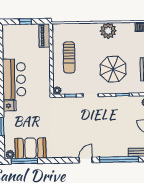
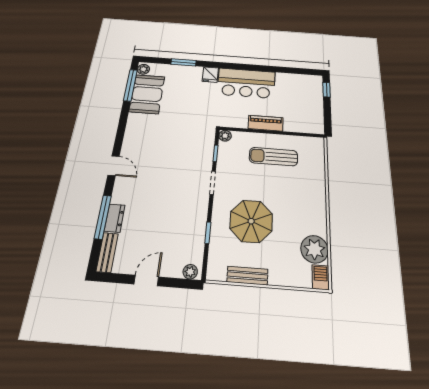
window: (25, 22) -> (327, 90), moved
plant: (108, 31) -> (314, 249), moved
piano: (44, 35) -> (266, 123), moved
dresser: (119, 152) -> (115, 218), added
window: (119, 159) -> (103, 217), width x0.68

